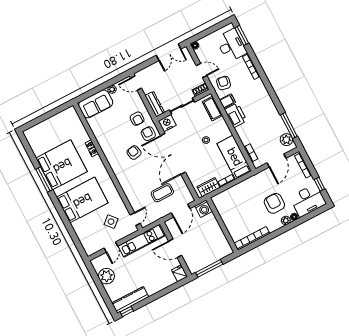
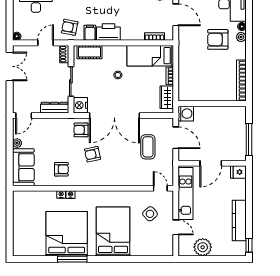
armchair: (137, 119) -> (61, 169), moved
kitchen counter: (130, 300) -> (239, 220), moved

